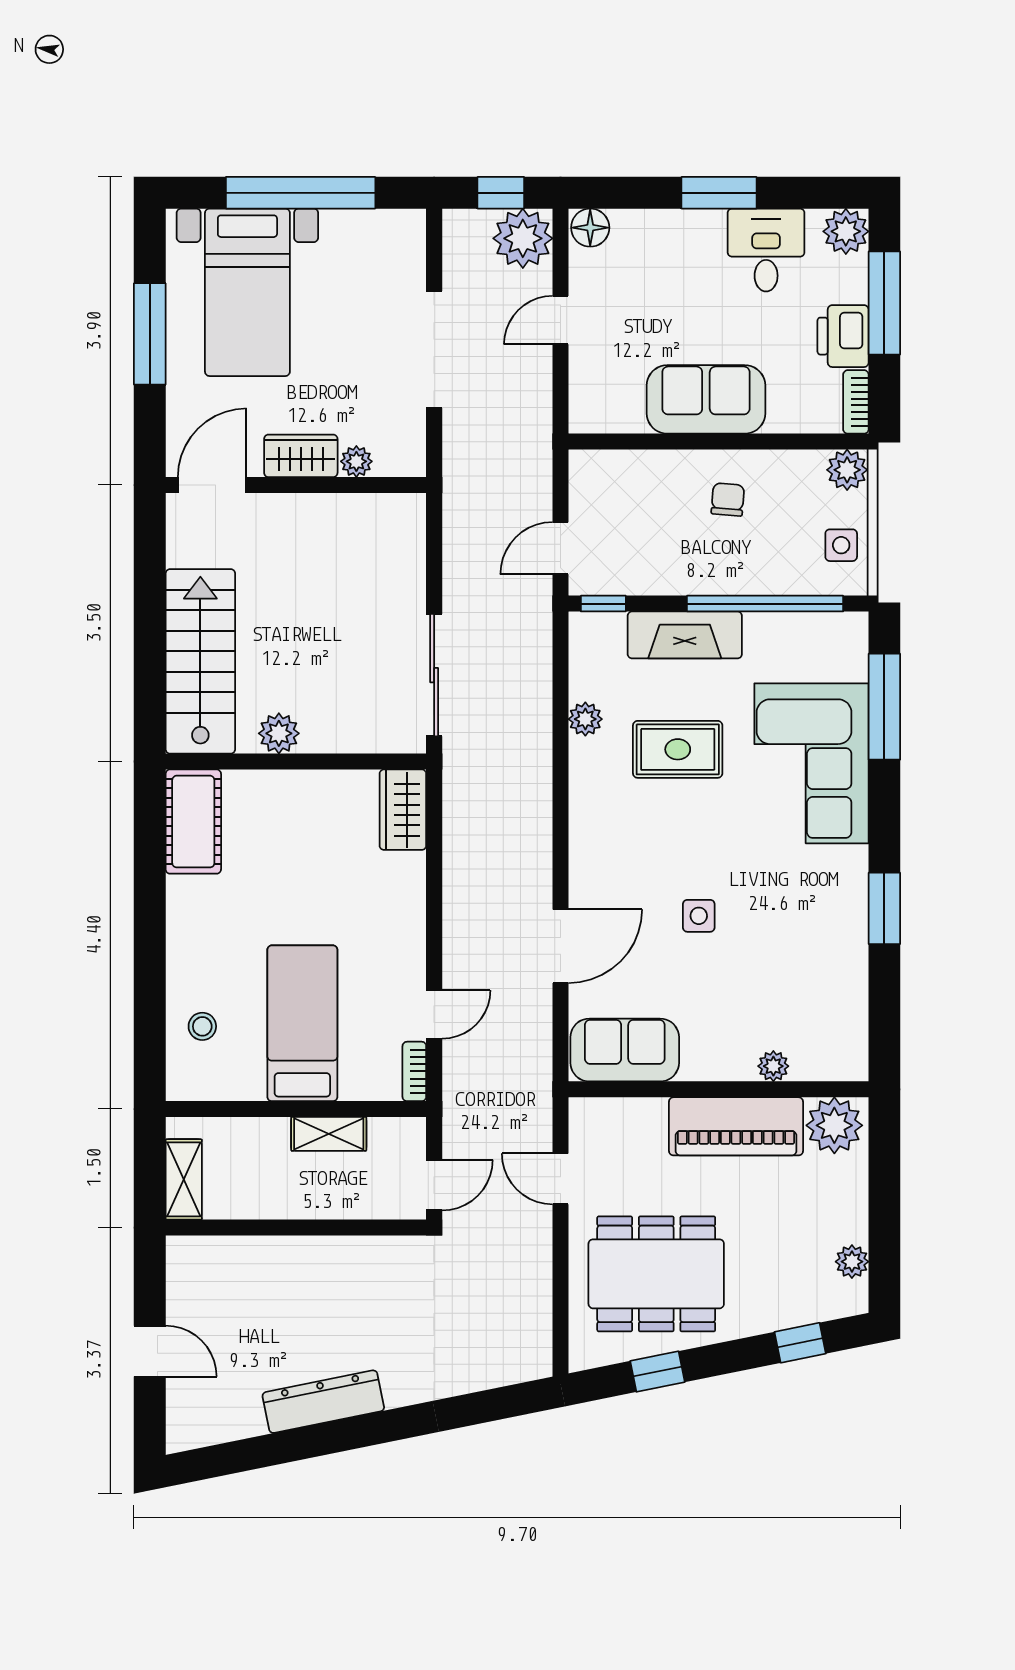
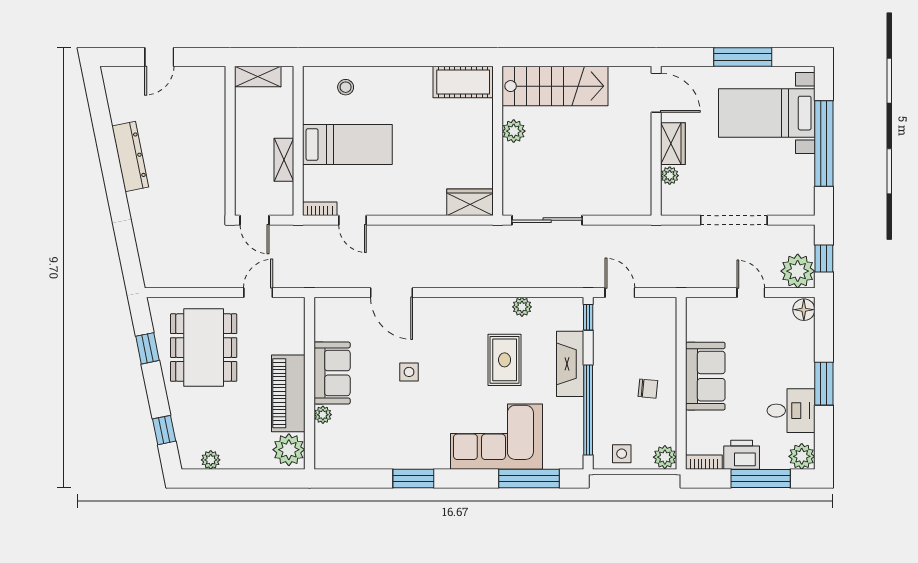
sofa: (625, 1050) -> (332, 373), moved

